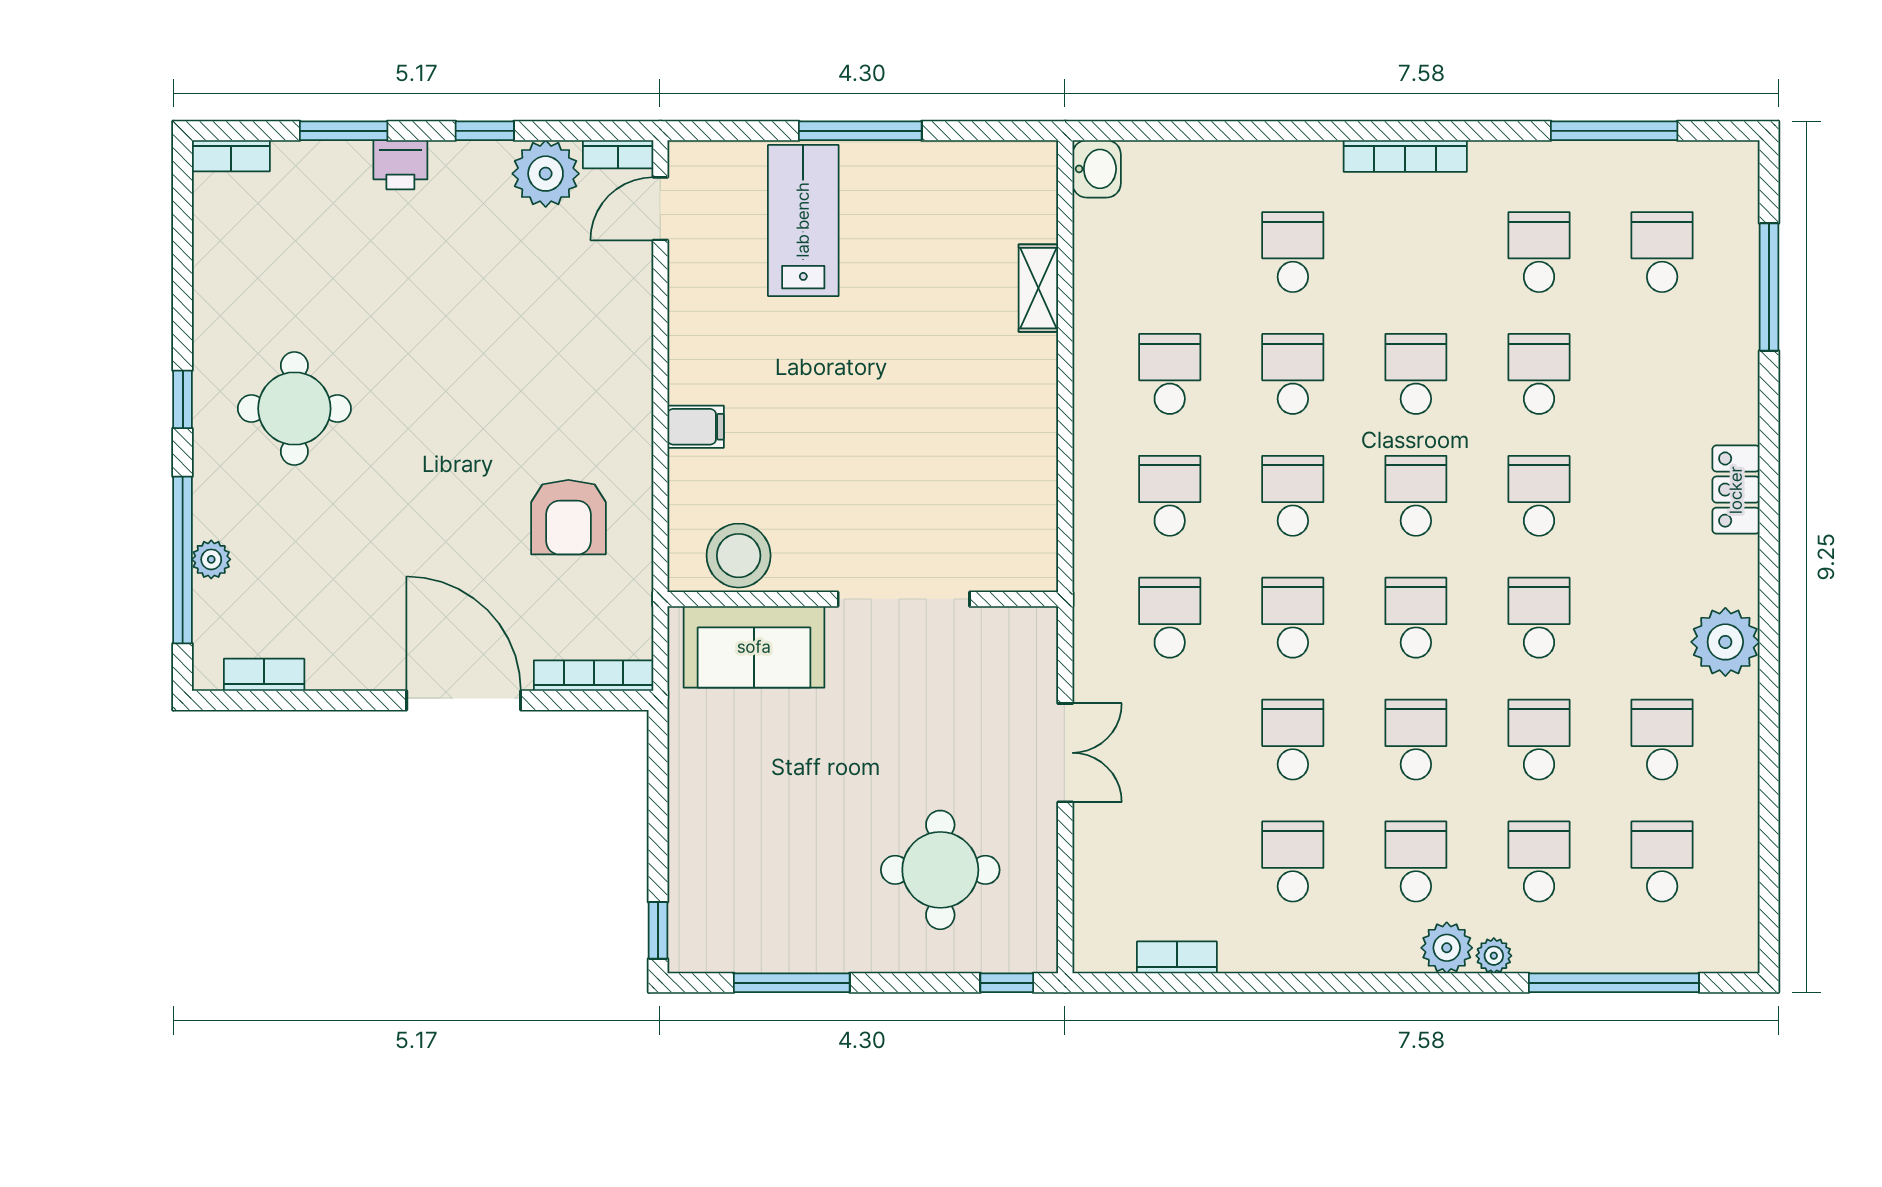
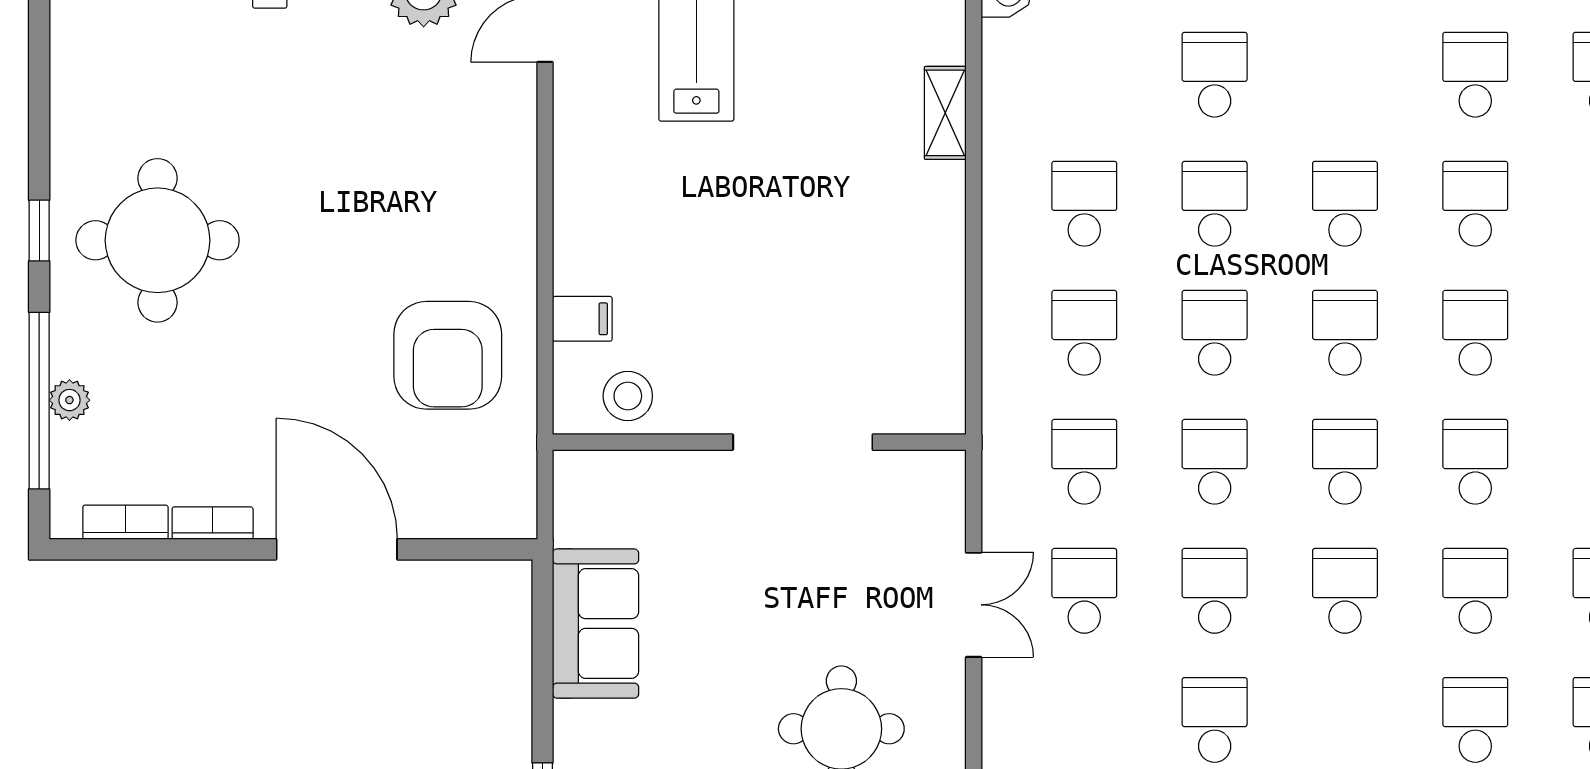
round table: (294, 409) -> (158, 240), width x1.36, depth x1.36
filing cabinet: (696, 427) -> (582, 319), moved
armchair: (568, 517) -> (448, 355), width x1.36, depth x1.36
stool: (739, 556) -> (628, 396), width x0.73, depth x0.73
sofa: (754, 647) -> (596, 624), moved, turned -90
bookcase: (594, 676) -> (213, 523), moved, width x0.64
school desk: (1416, 861) -> (1084, 591), moved

